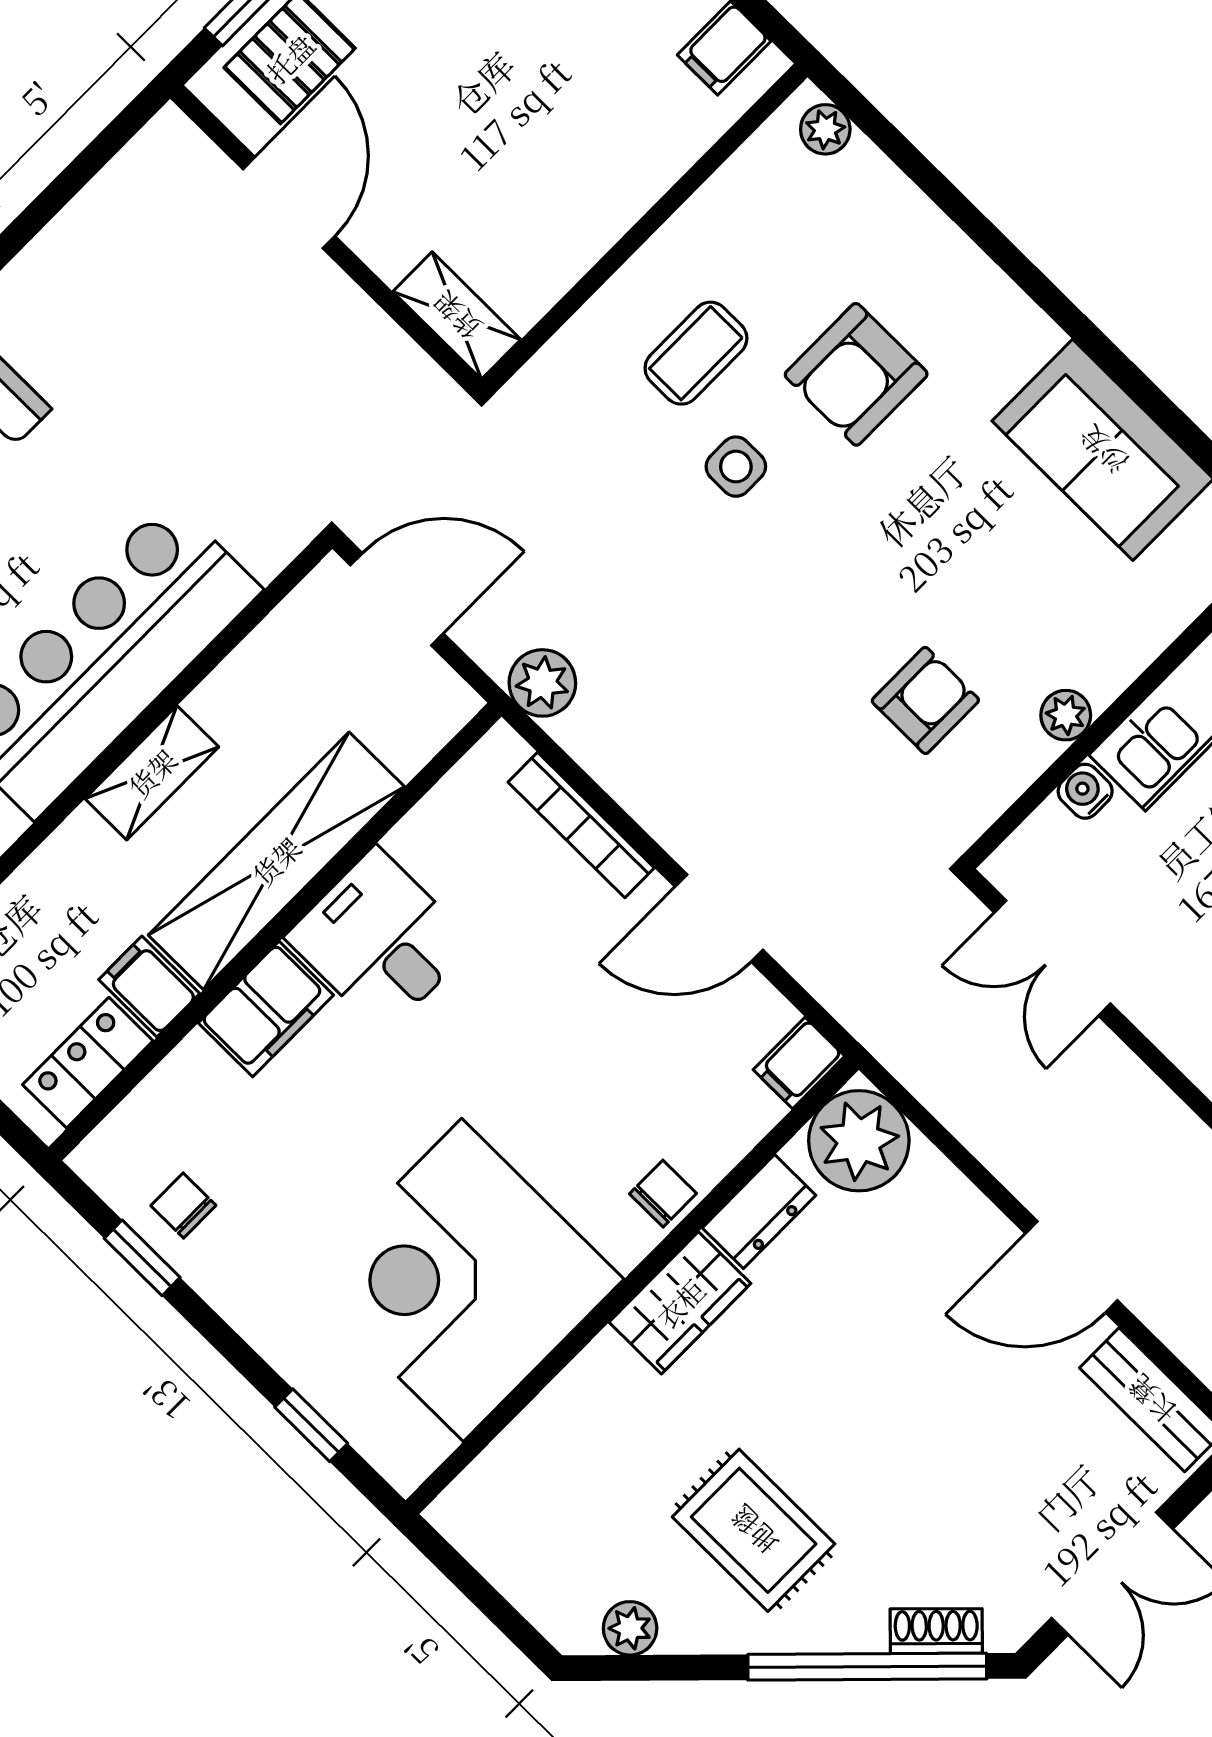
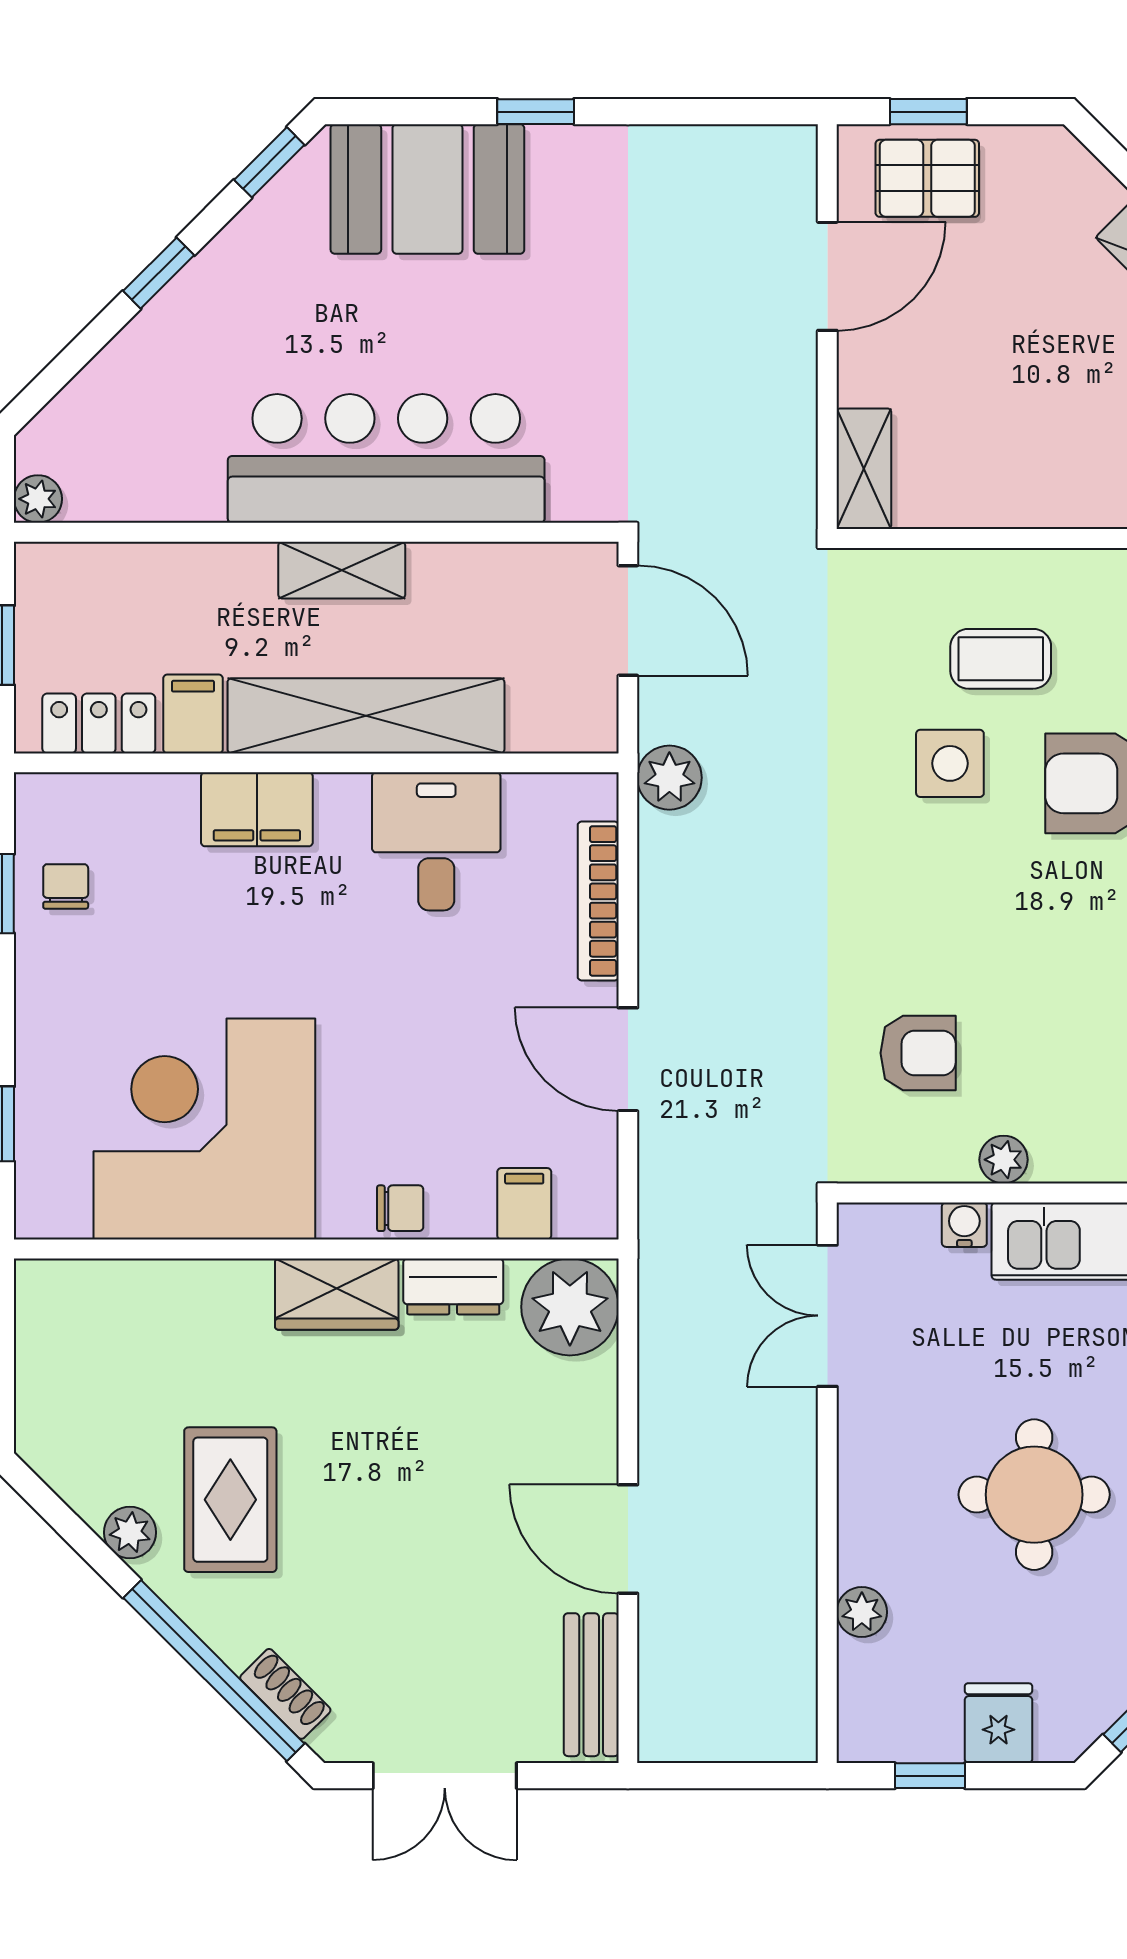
side table: (736, 467) -> (950, 763), width x1.37, depth x1.37
desk: (380, 941) -> (436, 841), moved
filing cabinet: (799, 1063) -> (524, 1204), moved, turned 90
plant: (630, 1628) -> (130, 1532), moved

